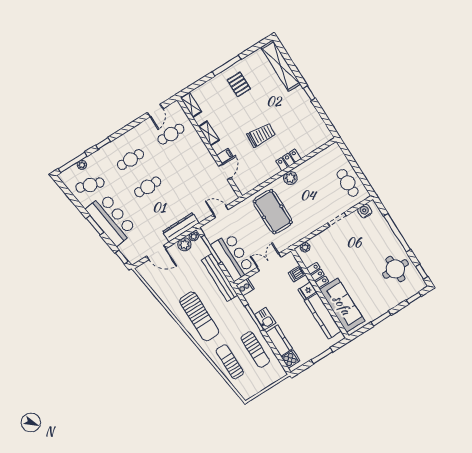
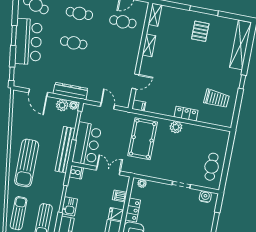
trolley: (261, 135) -> (217, 99), moved
filing cabinet: (225, 156) -> (139, 105), moved

